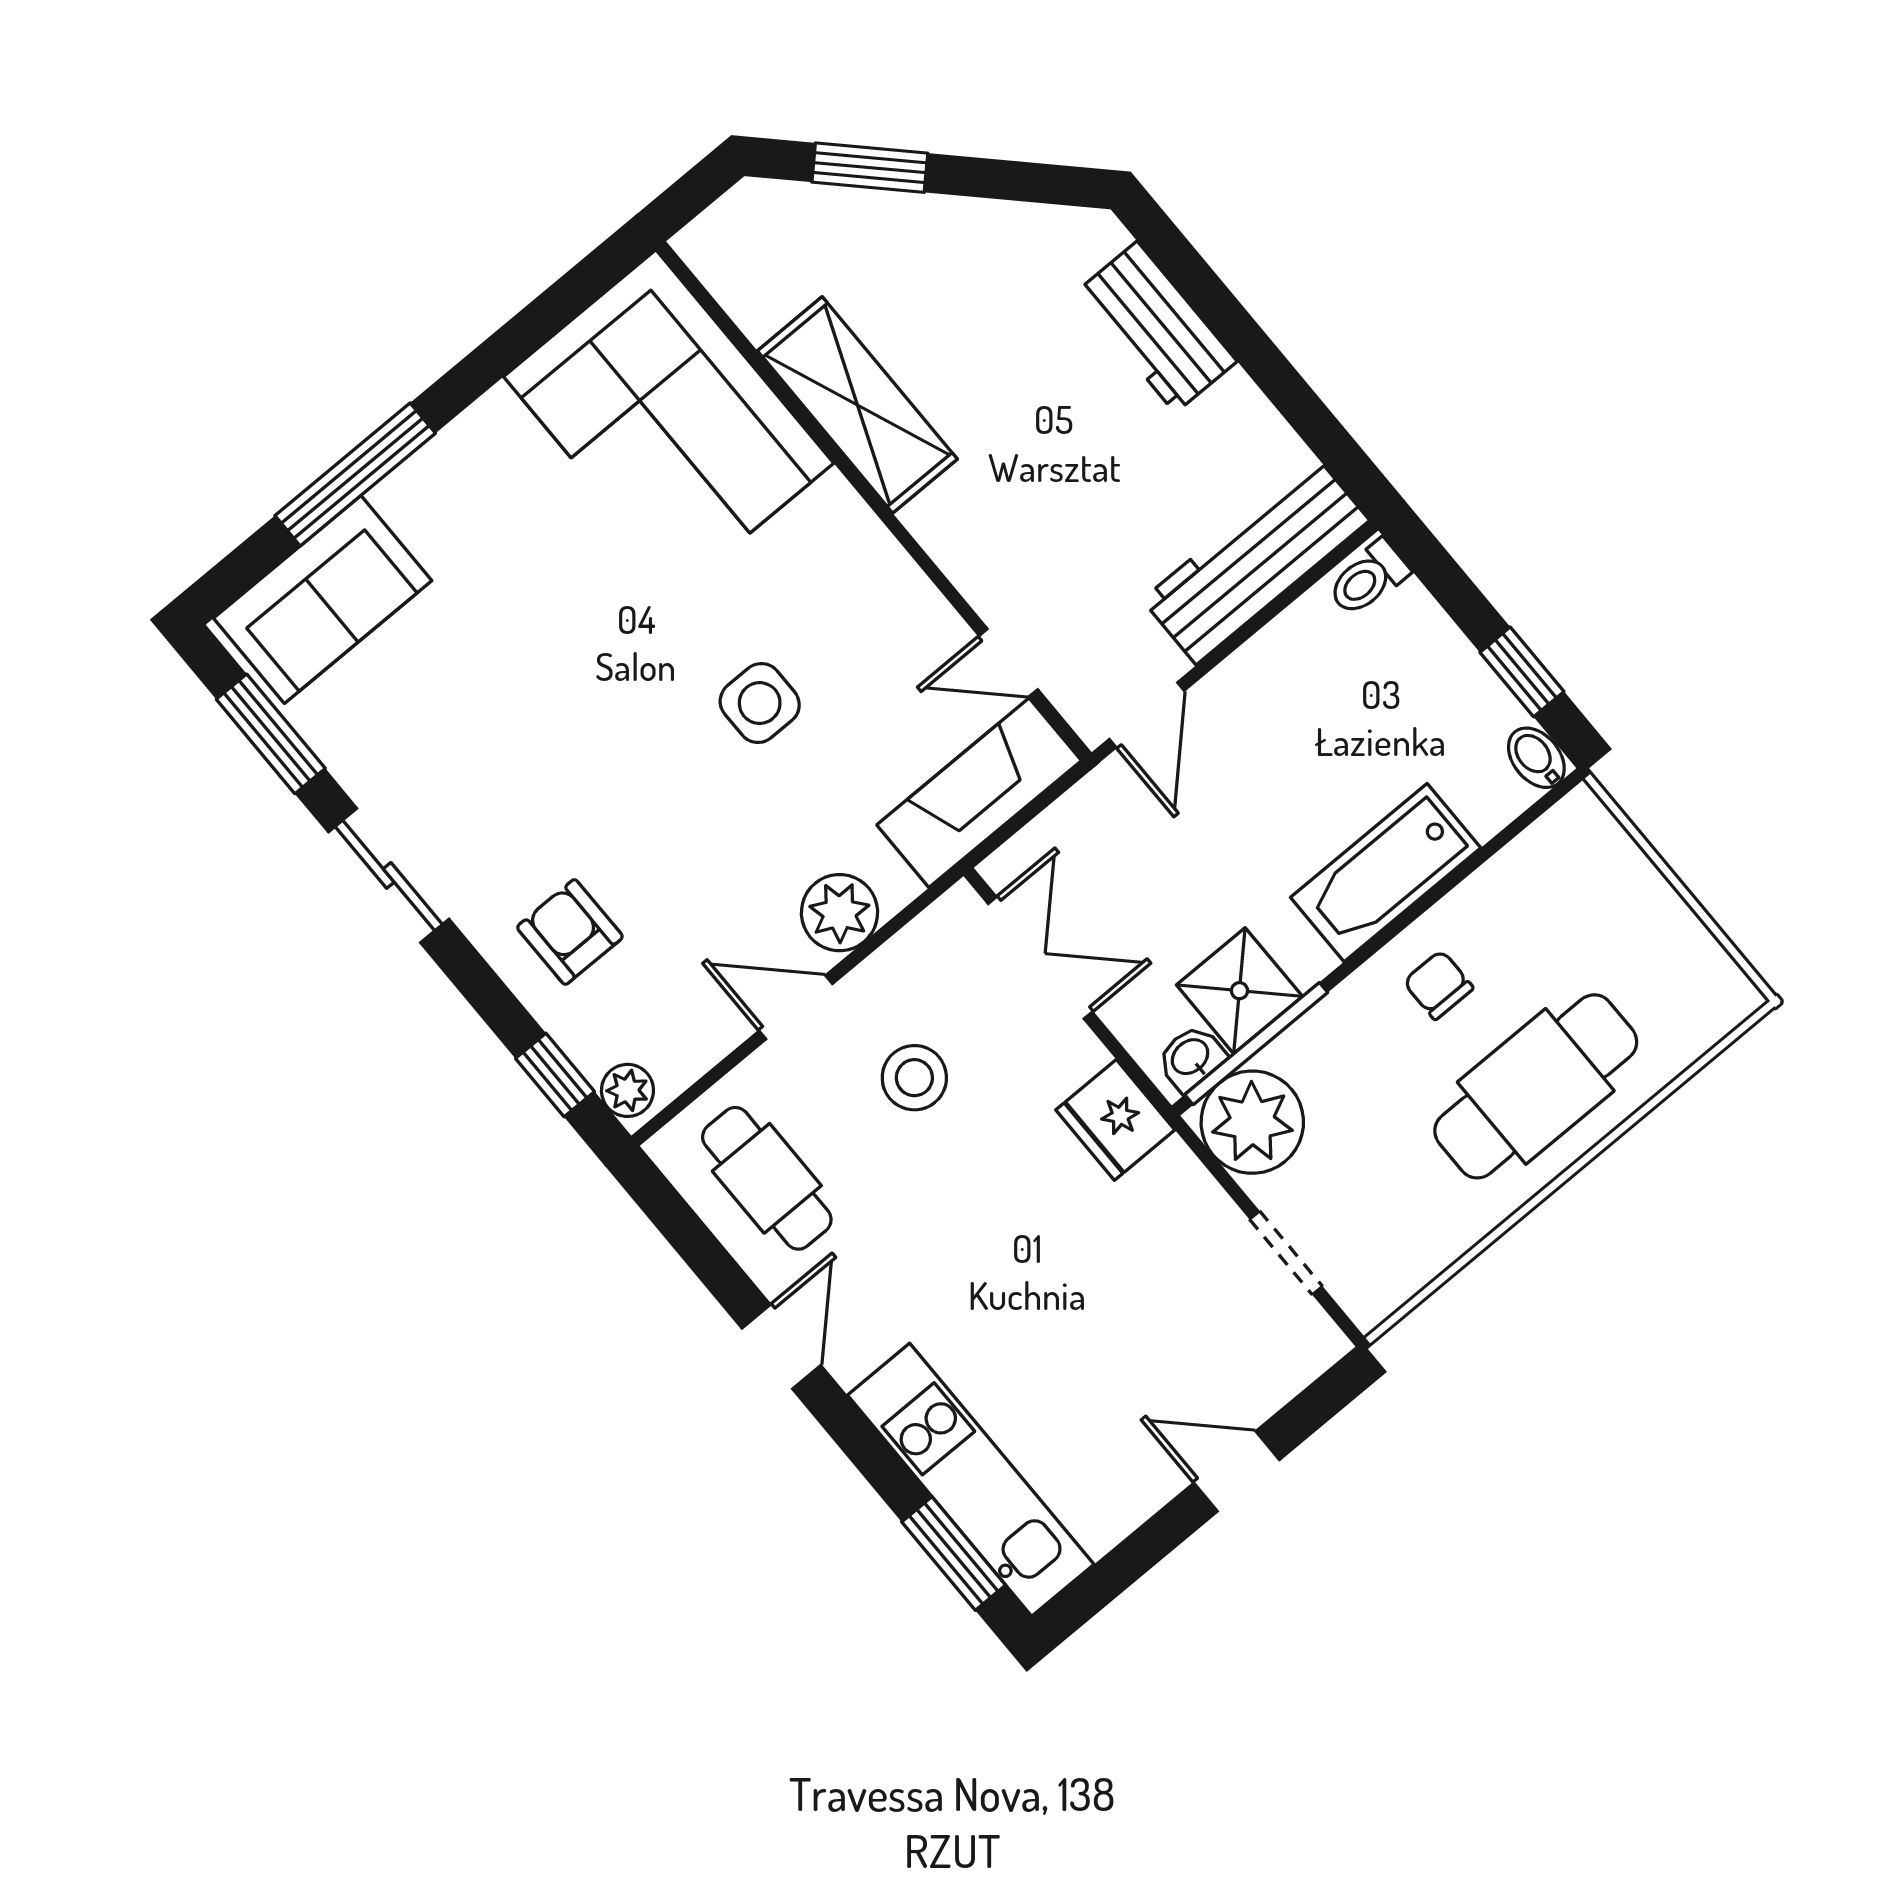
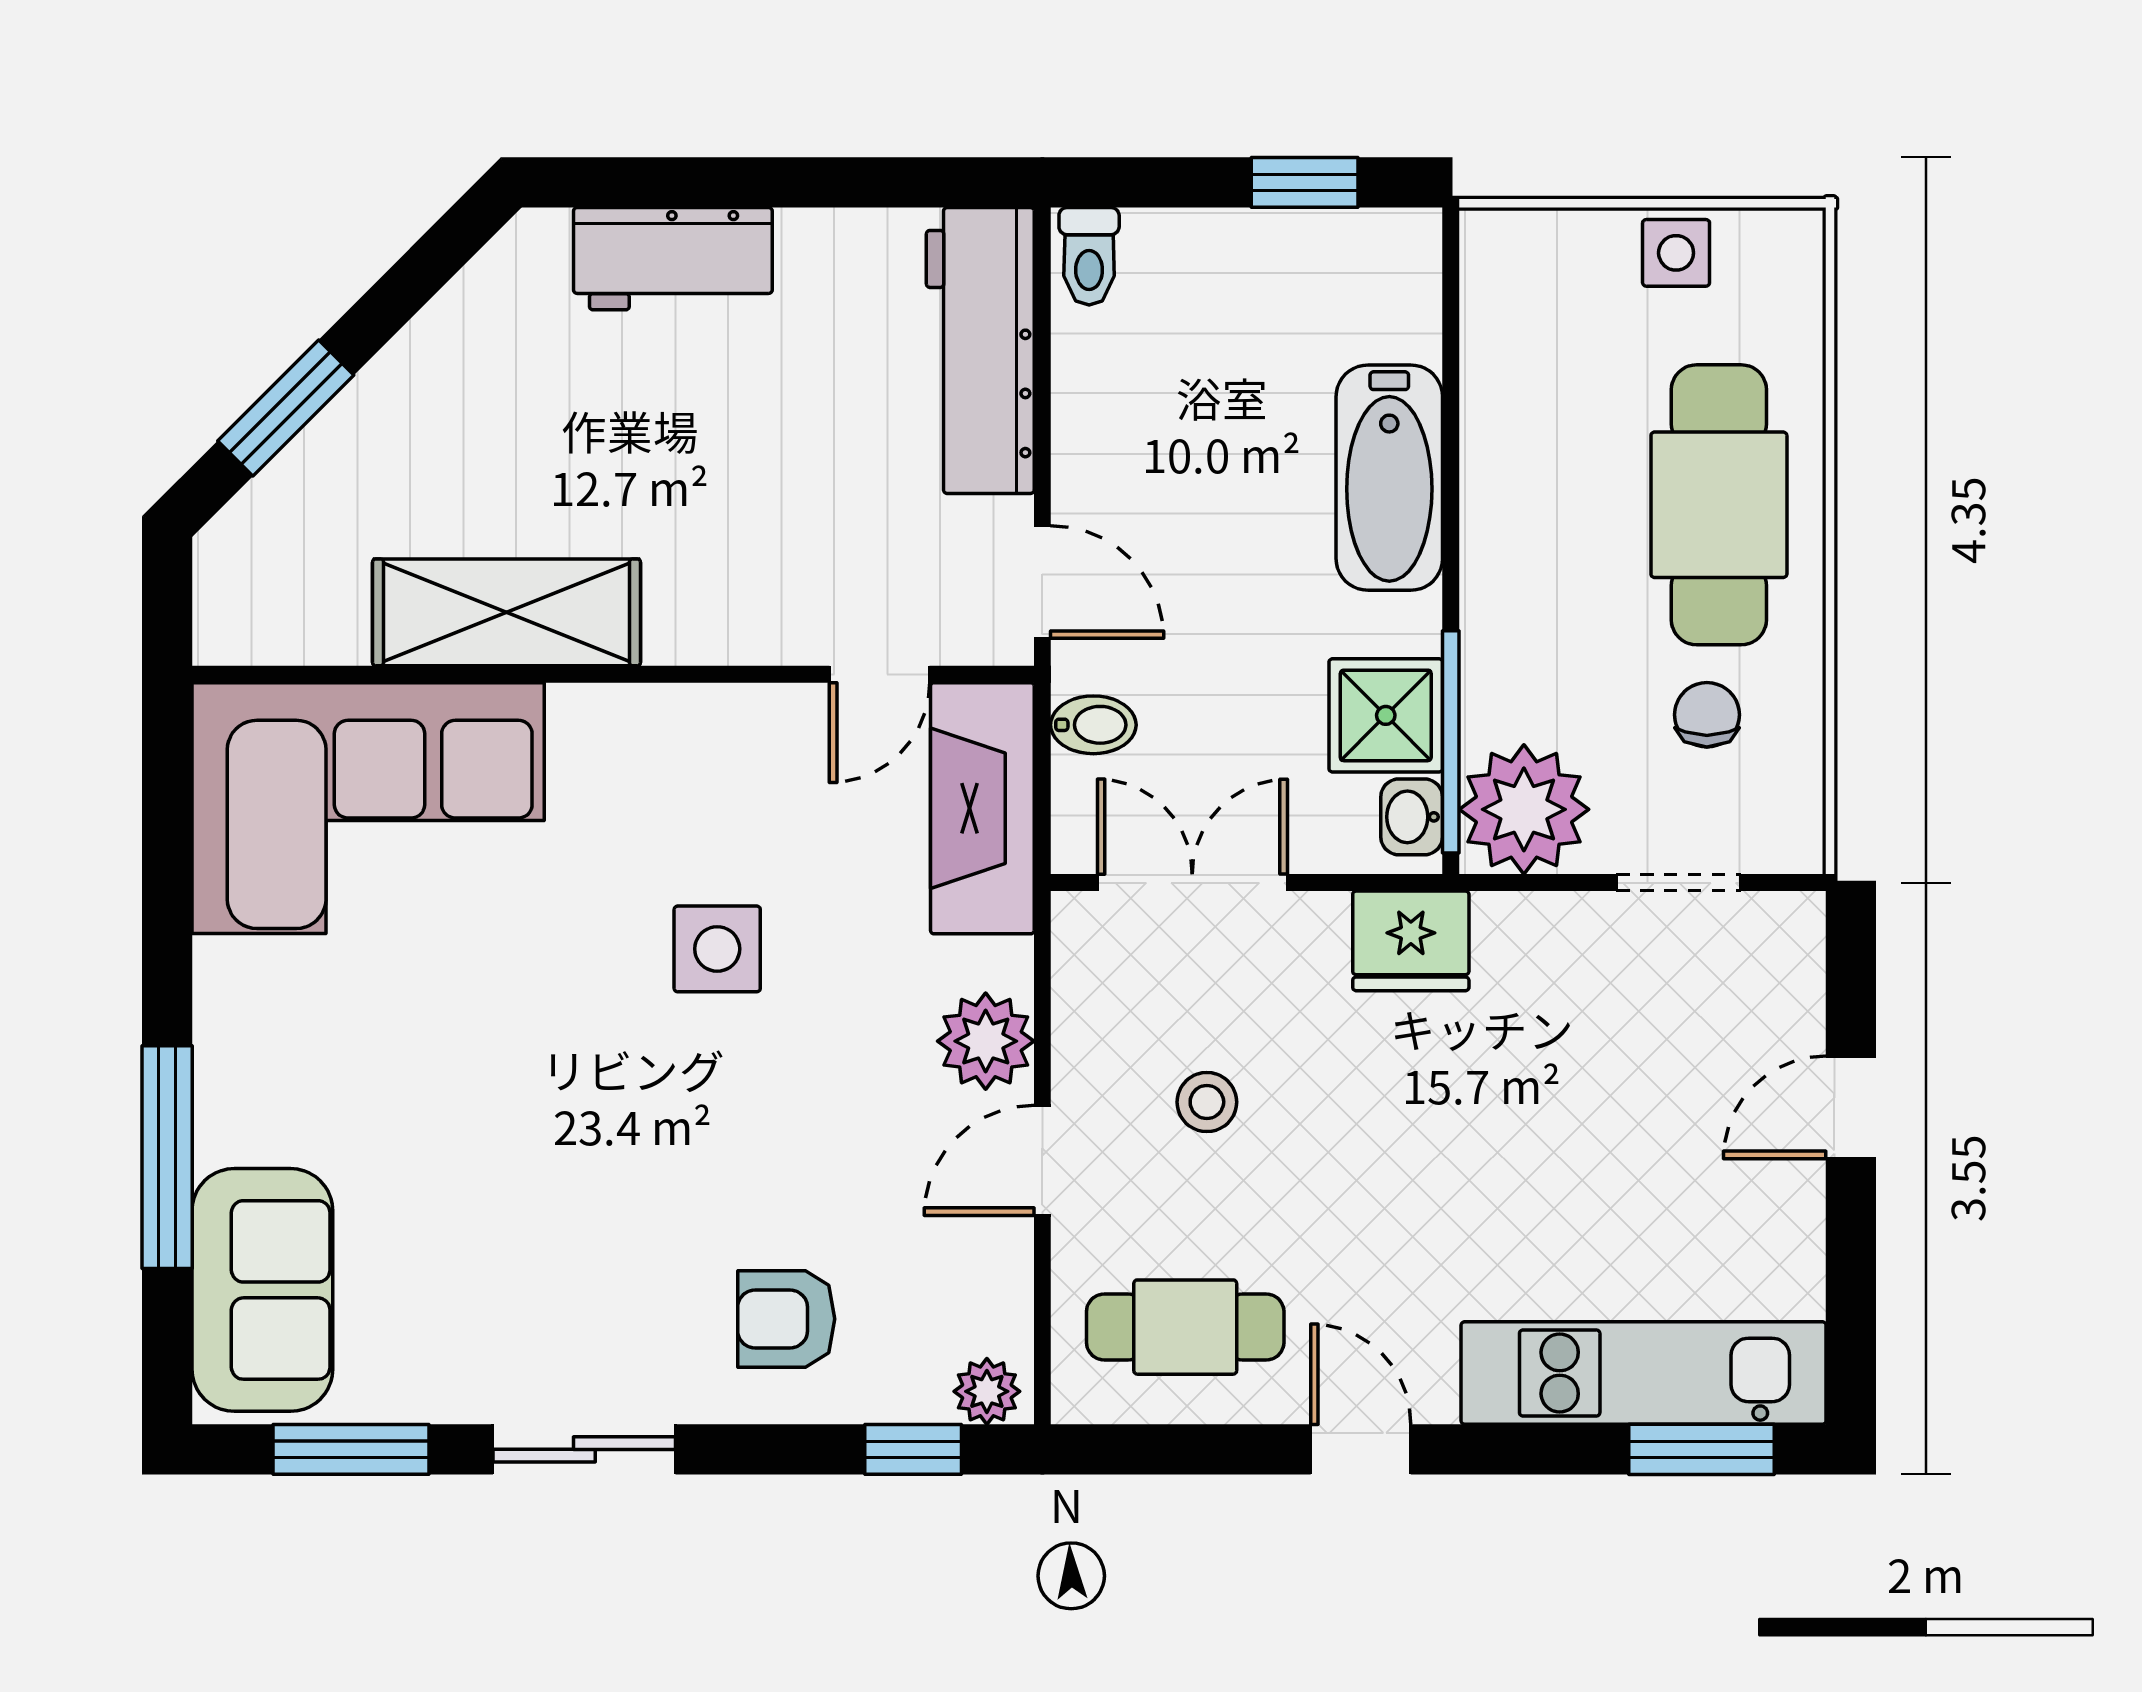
bidet: (1536, 758) -> (1093, 725), moved, turned 180
side table: (1667, 933) -> (1676, 253), added
chair: (1438, 985) -> (1707, 715), moved, turned 90
stool: (914, 1078) -> (1207, 1102), width x0.73, depth x0.73

